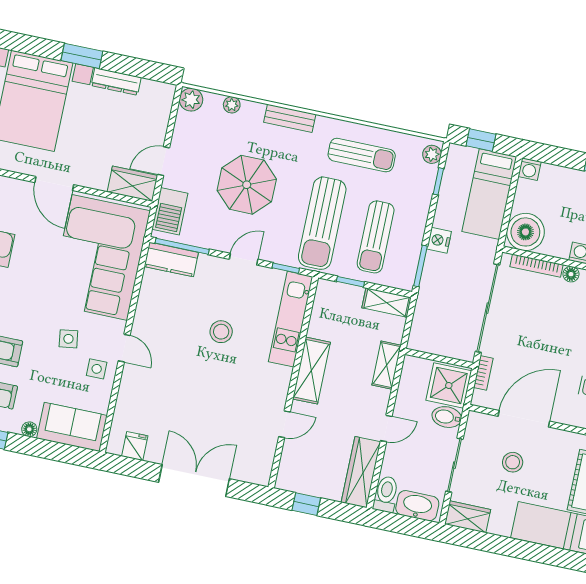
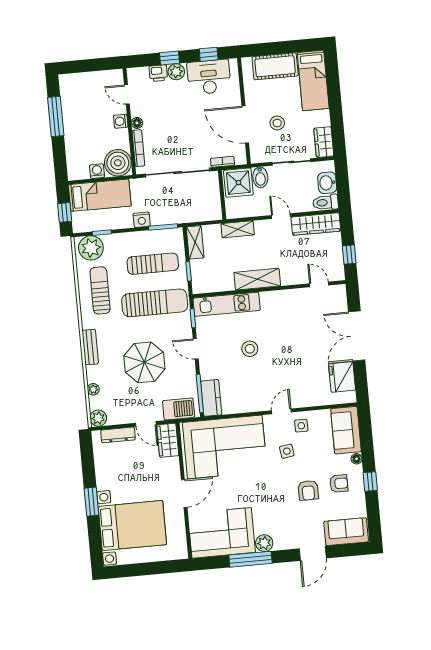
dresser: (116, 81) -> (118, 435), moved, turned 90
plant: (432, 154) -> (91, 248), width x1.87, depth x1.87
washing machine: (529, 169) -> (97, 171), moved, turned -90
door: (284, 424) -> (319, 284), moved
fridge: (135, 446) -> (342, 377), width x1.88, depth x1.34
washbasin: (417, 506) -> (327, 183), width x0.72

